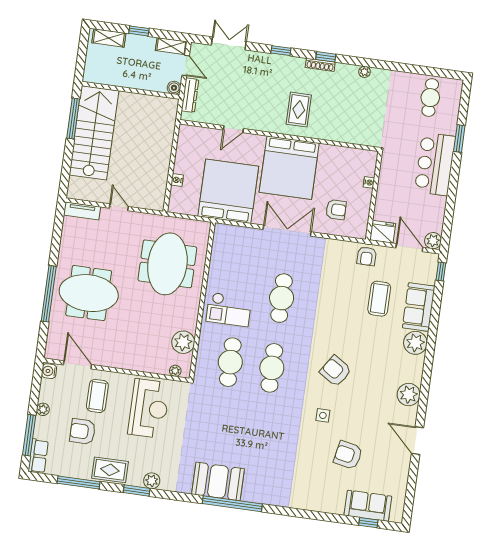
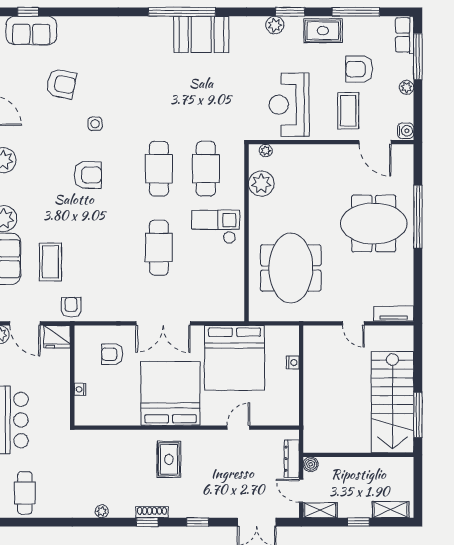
armchair: (336, 371) -> (88, 175), turned -33
armchair: (83, 431) -> (359, 69), turned 180

